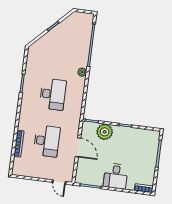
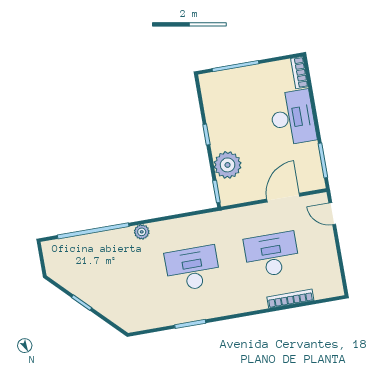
door: (78, 147) -> (283, 198), moved
desk: (116, 176) -> (293, 118), width x1.37
door: (59, 182) -> (332, 214), swing flipped

